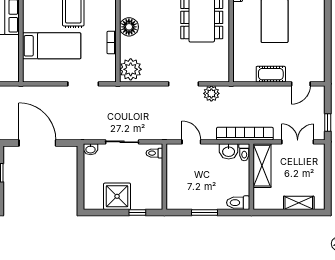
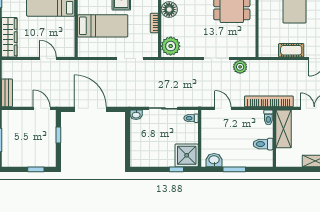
washbasin: (229, 151) -> (214, 160), moved, turned 180
shower: (117, 196) -> (187, 155), moved
toilet: (238, 203) -> (263, 144), moved

